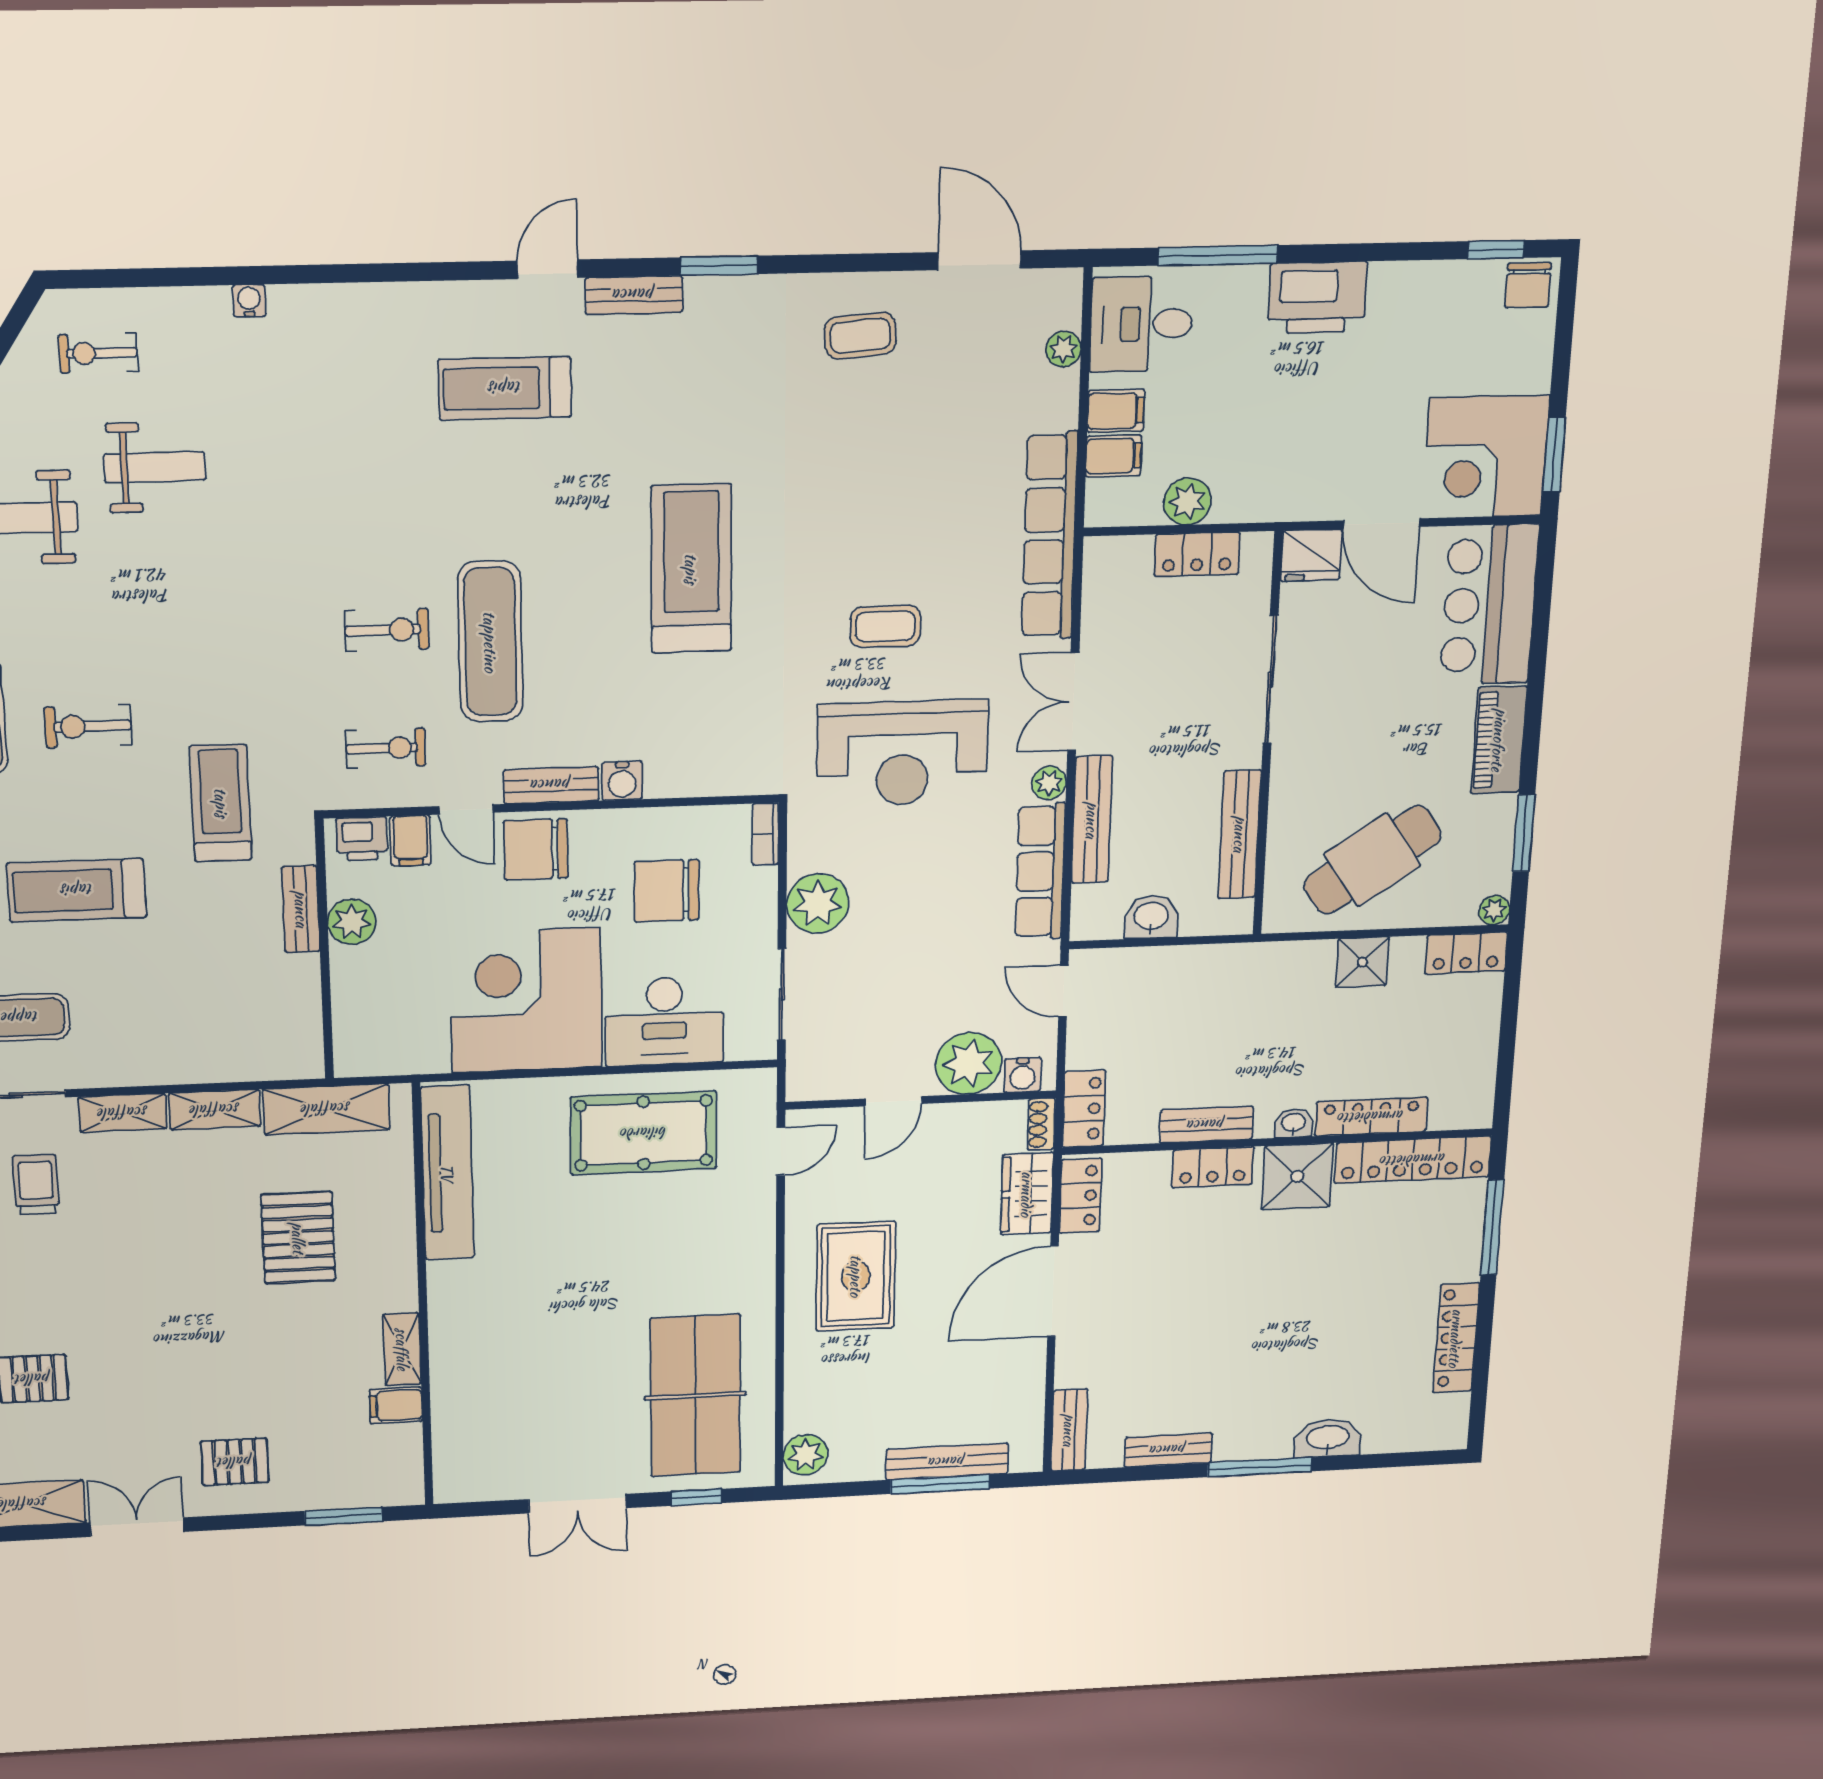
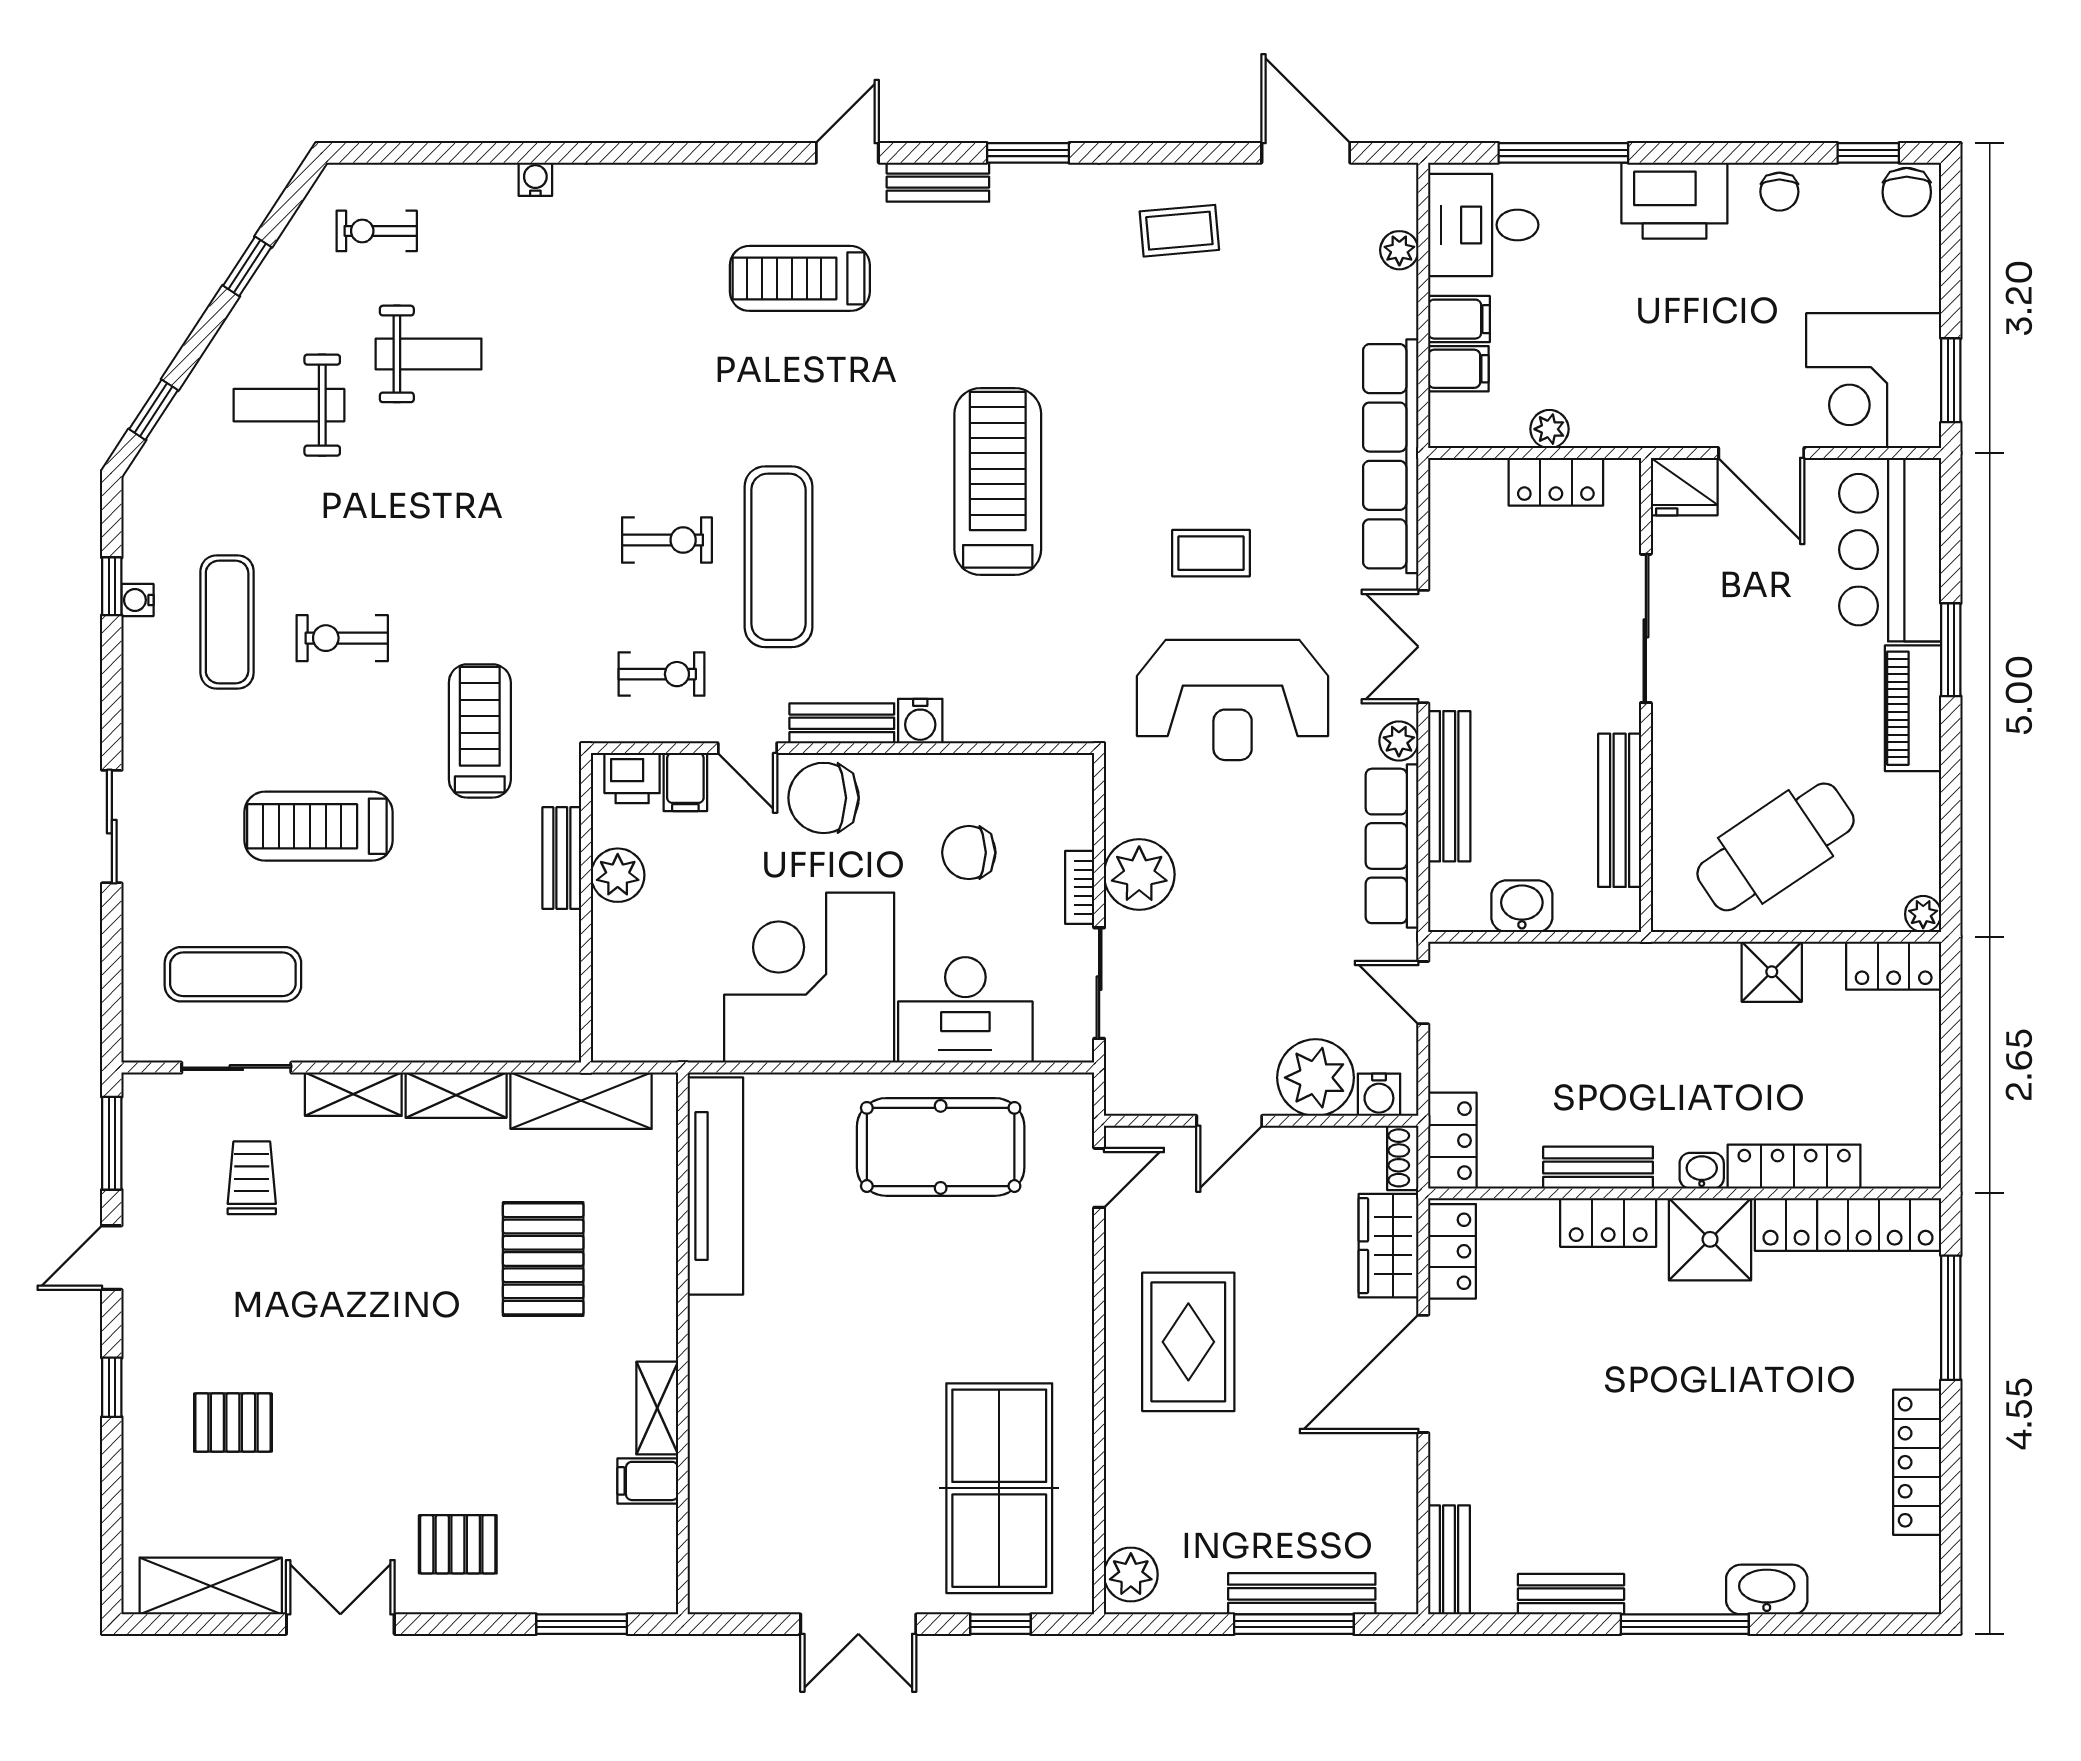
chair: (1413, 287) -> (1779, 192), added
plant: (1187, 501) -> (1549, 429), width x0.73, depth x0.73
window: (1524, 833) -> (1951, 650), moved
bookcase: (765, 834) -> (1080, 887), moved
chair: (667, 891) -> (969, 853), width x0.73, depth x0.73

